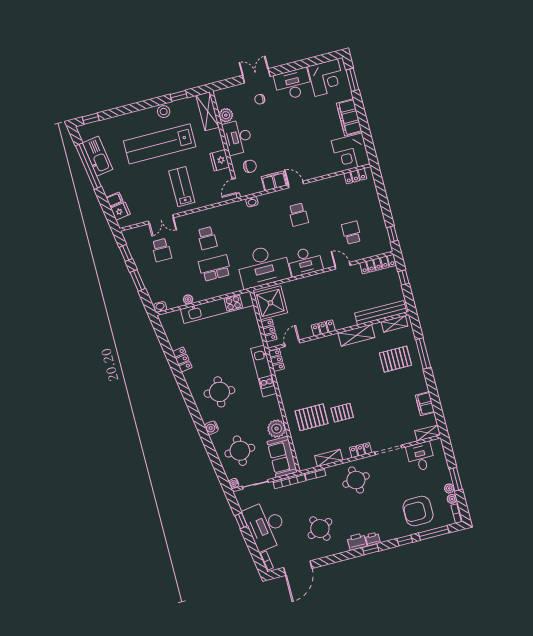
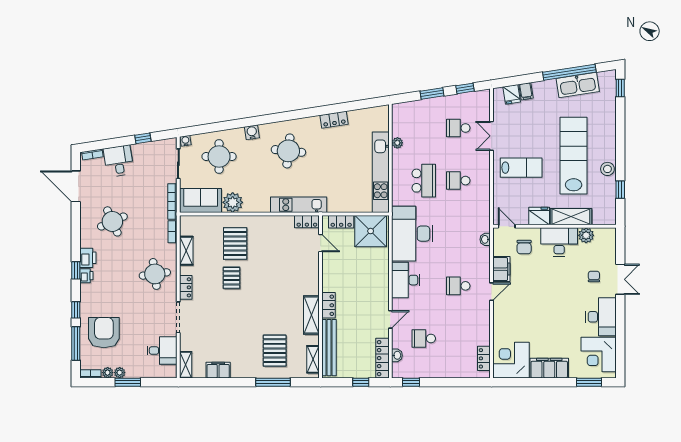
shelving: (208, 111) -> (571, 217), moved
school desk: (352, 233) -> (424, 339), turned 180
washbasin: (160, 307) -> (397, 355), moved
locker: (323, 328) -> (329, 305), moved
desk: (266, 525) -> (119, 161), width x0.53, depth x0.77

